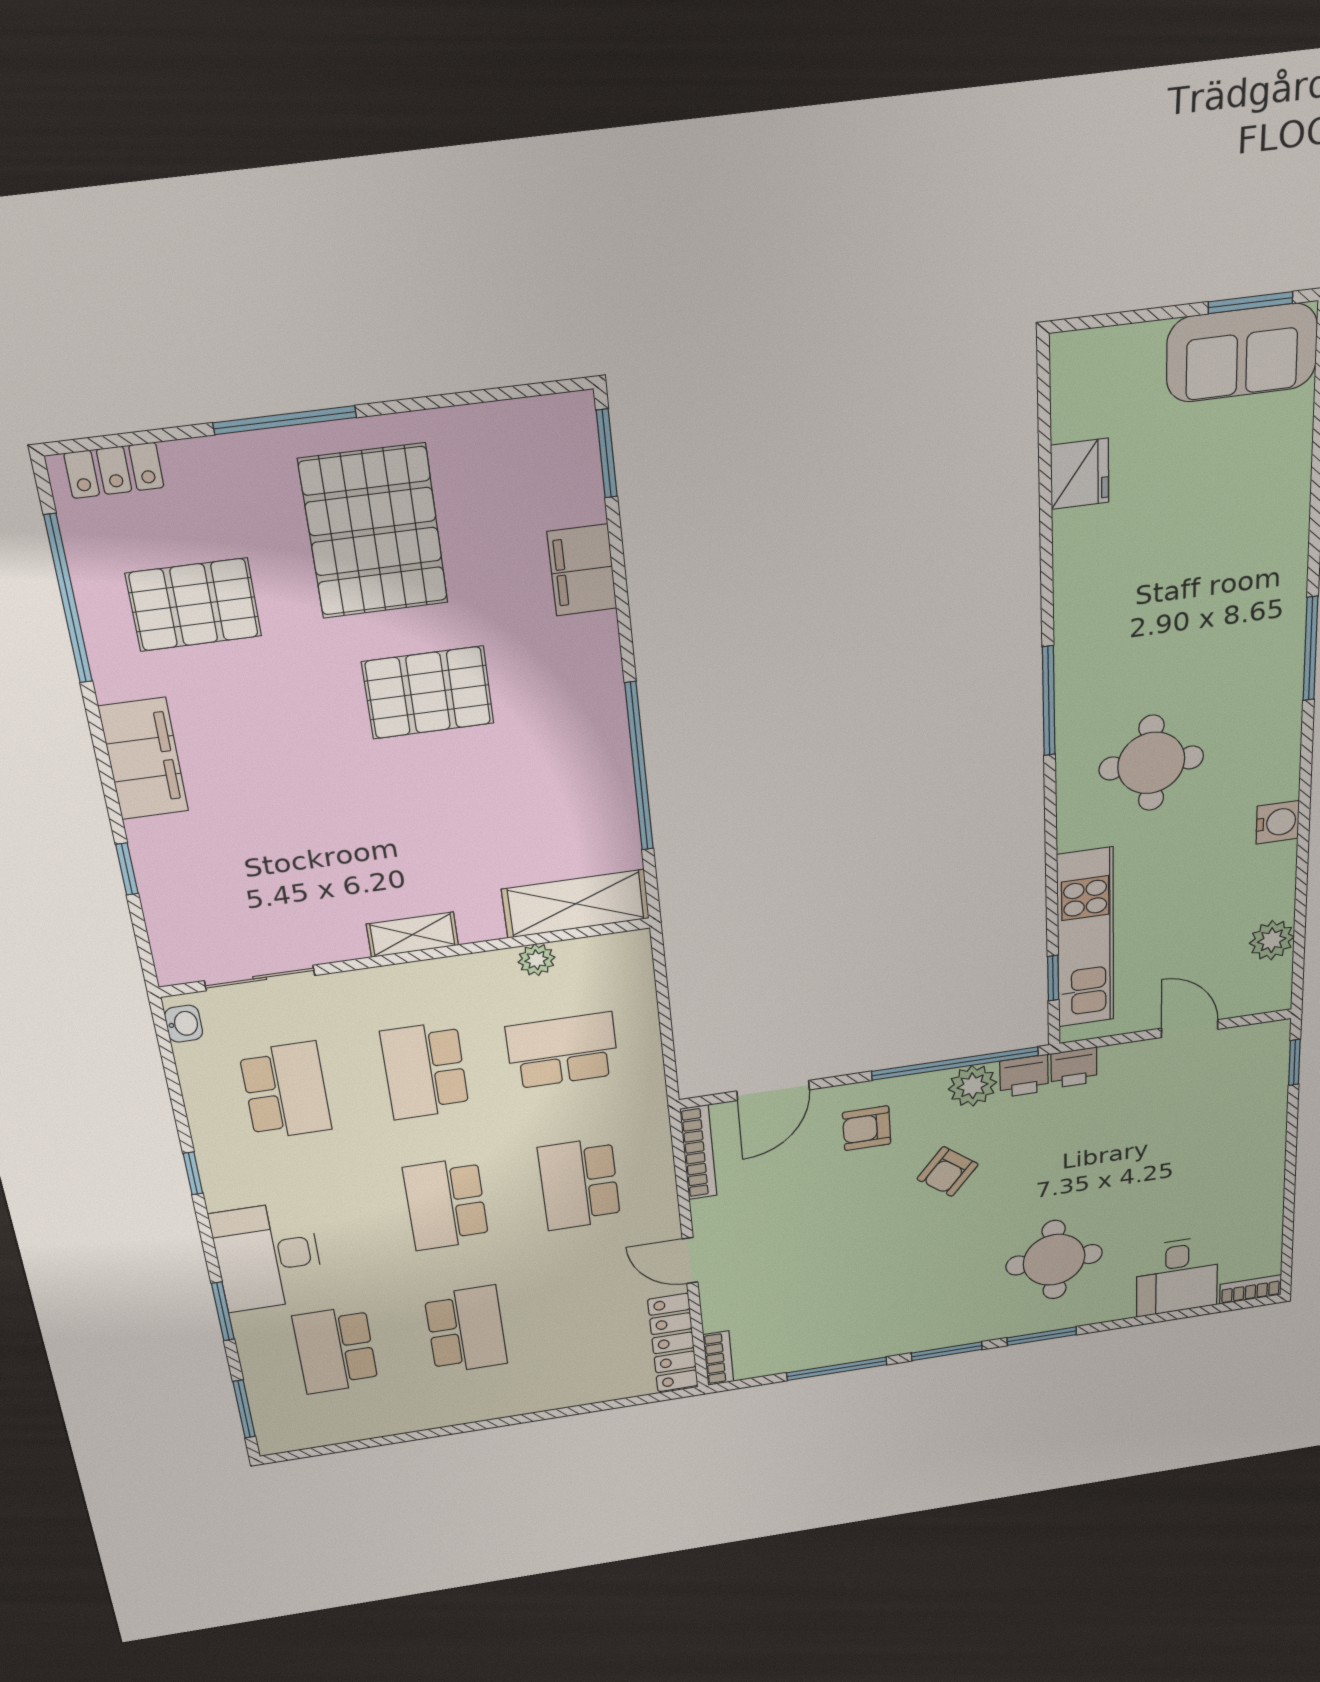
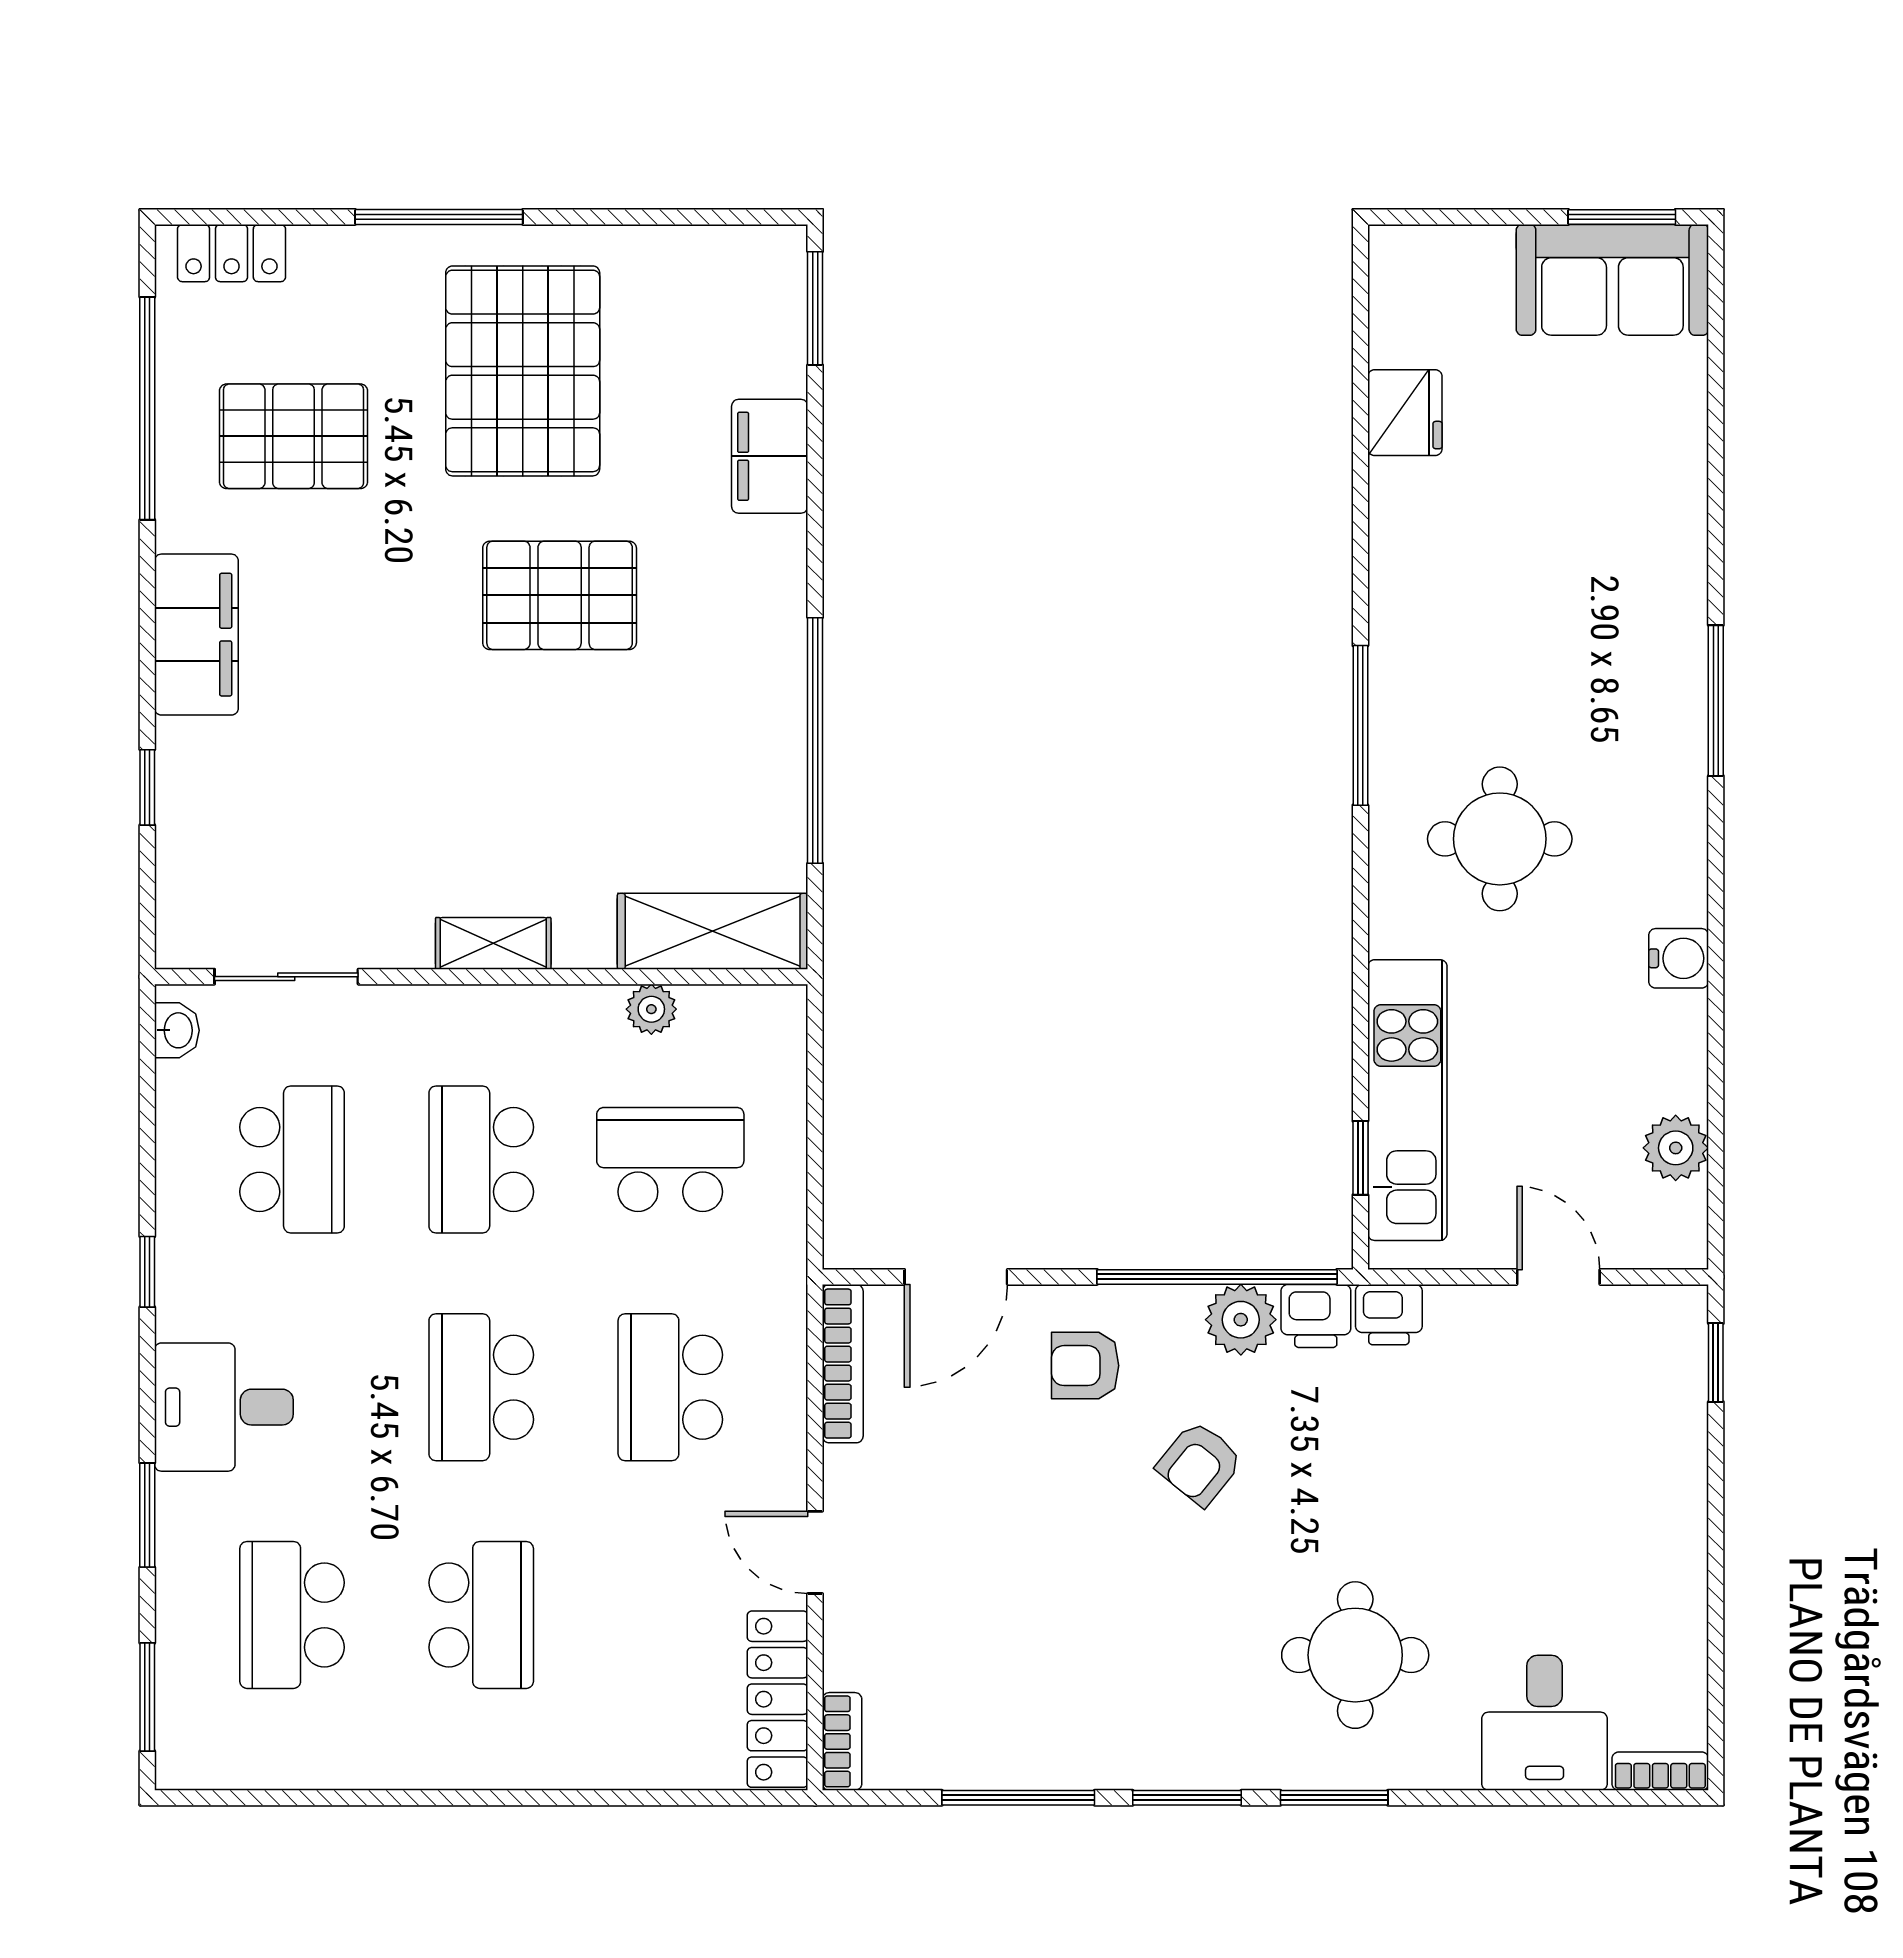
desk: (268, 1256) -> (224, 1407), width x0.73

